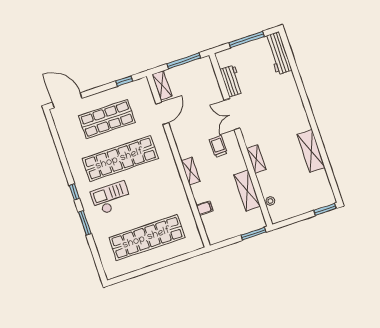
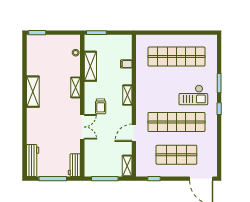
workbench: (232, 81) -> (74, 165), moved
door: (162, 113) -> (134, 133), moved
shelving: (311, 151) -> (33, 92), moved

